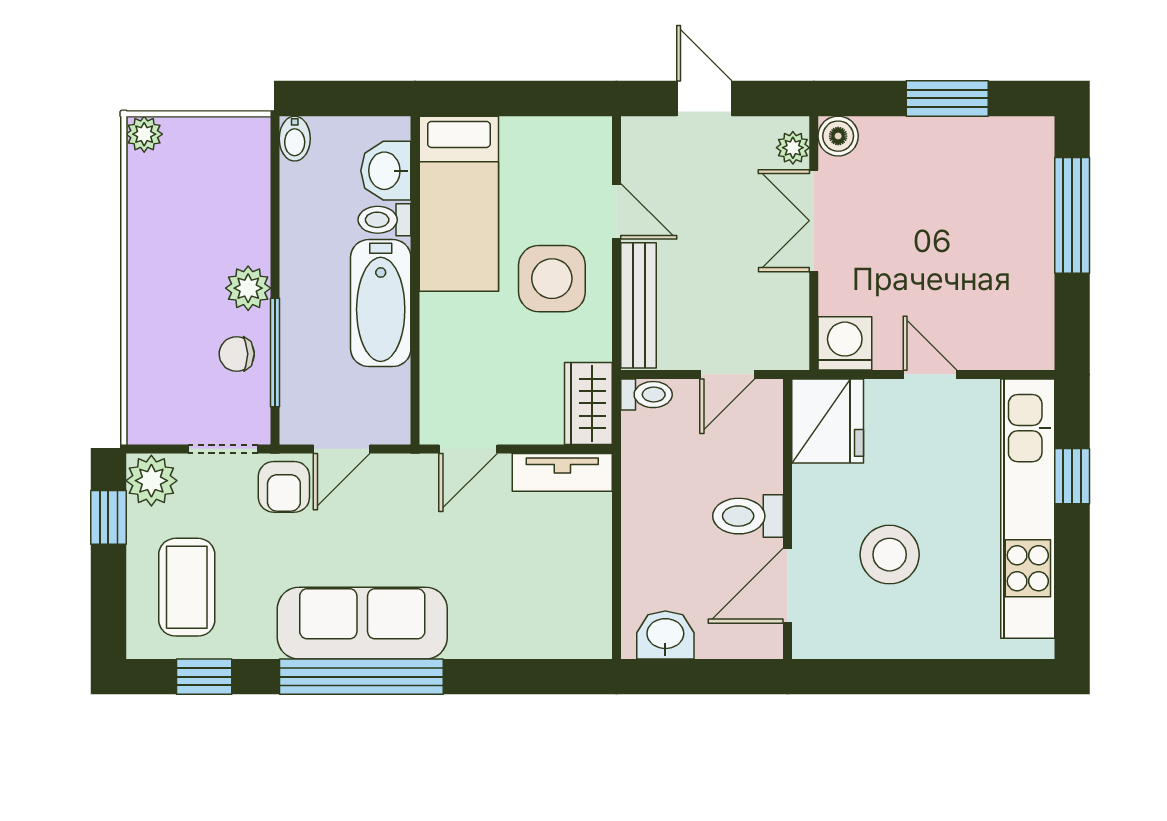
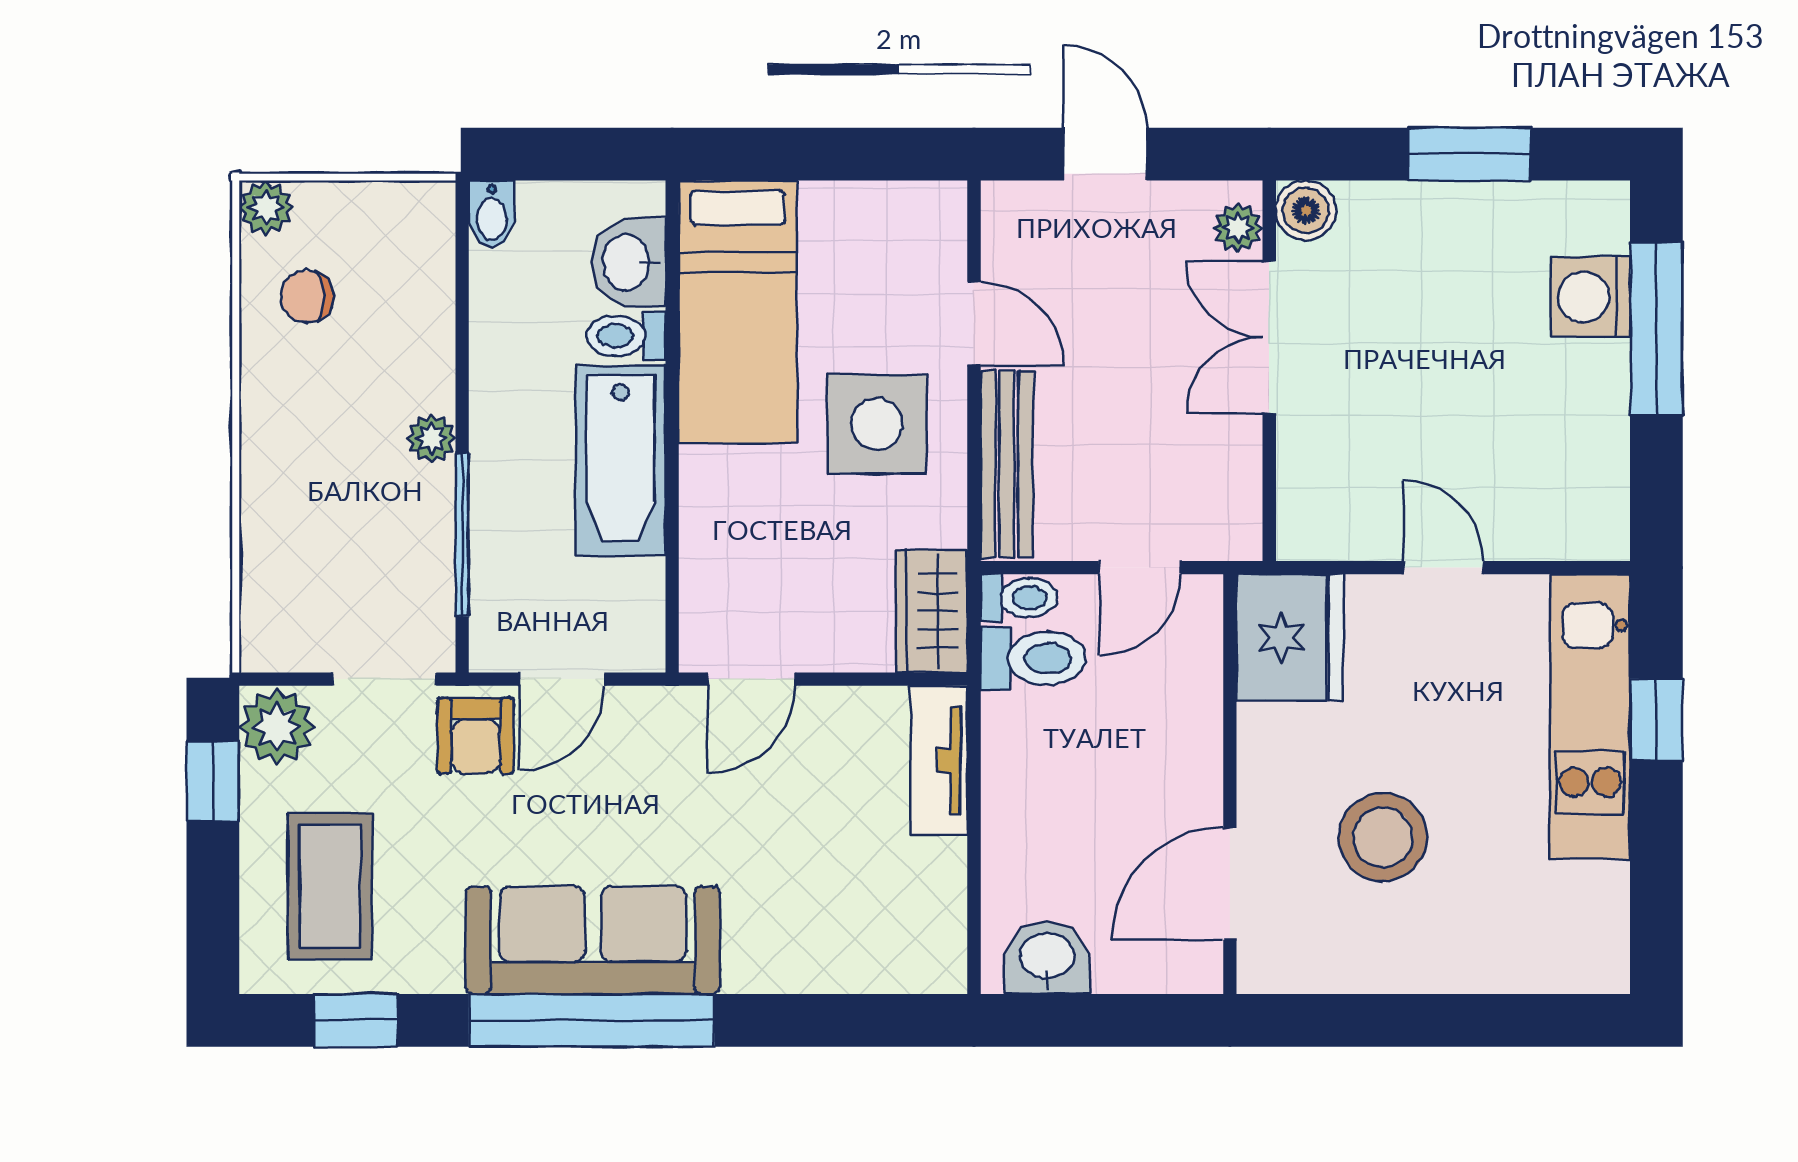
plant: (248, 288) -> (431, 438), width x0.73, depth x0.73
washing machine: (845, 343) -> (1590, 297), moved, turned -90
chair: (237, 354) -> (307, 297), moved
tv unit: (562, 472) -> (939, 760), moved, turned 90
kitchen unit: (1028, 509) -> (1590, 717), width x0.73
toilet: (748, 516) -> (1033, 658), moved, turned 180

